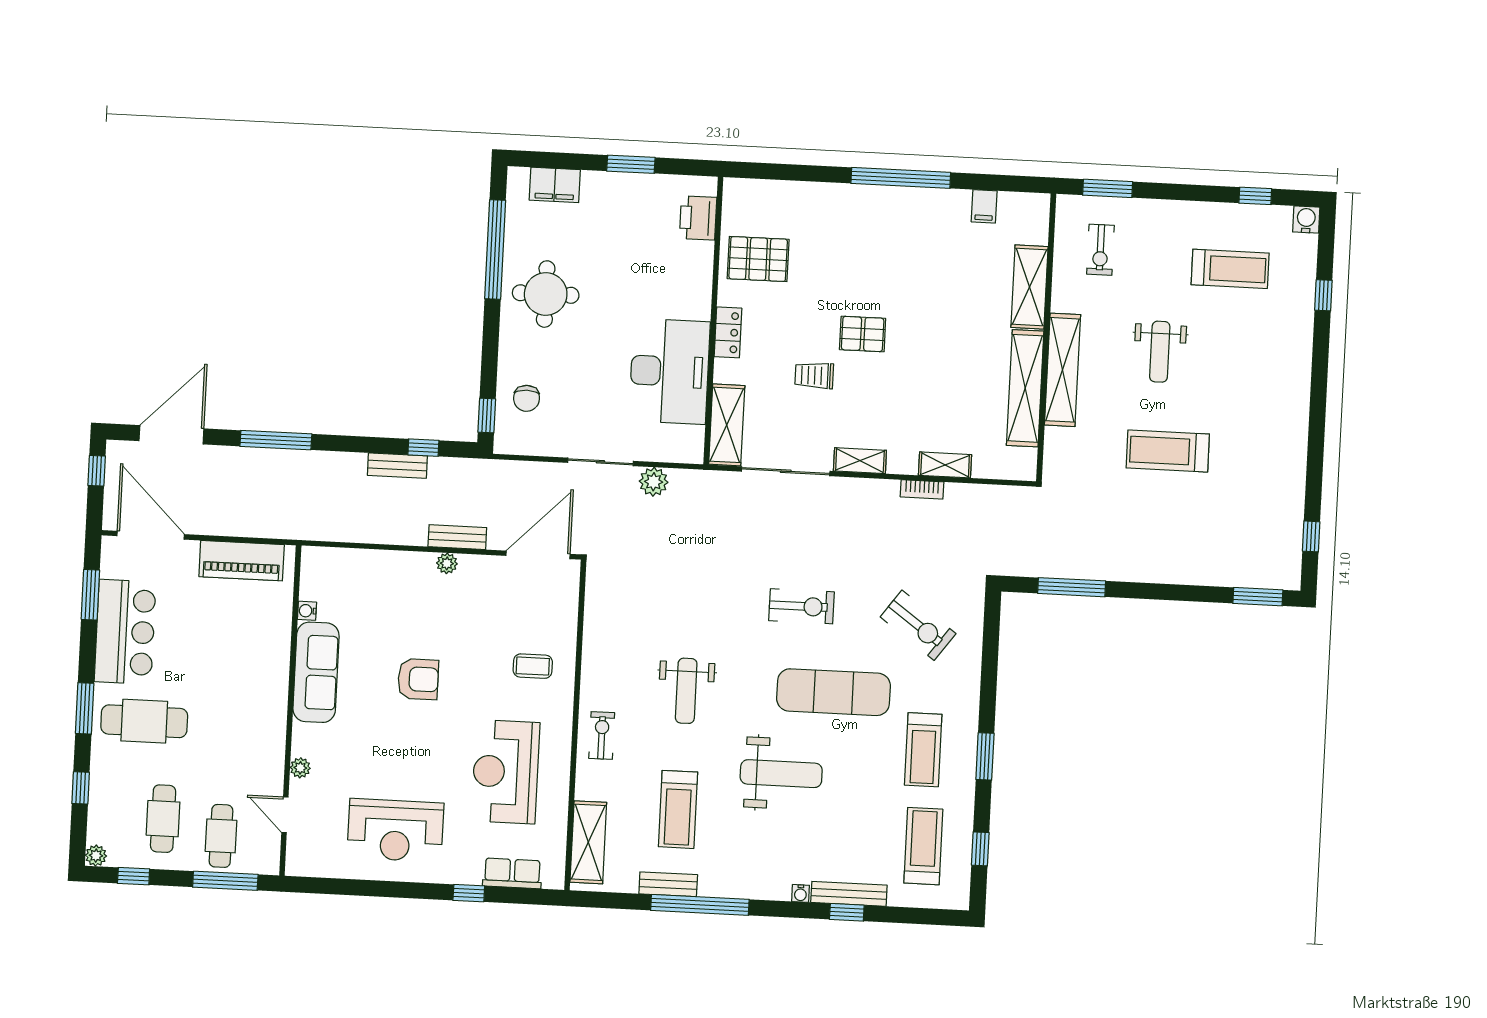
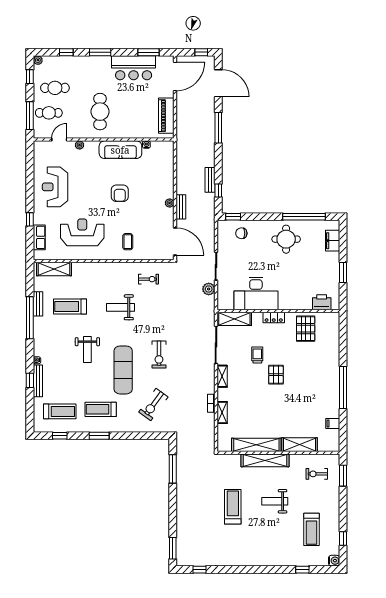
cafe table: (144, 721) -> (100, 112), moved
exercise bike: (602, 735) -> (148, 279), moved
weight bench: (781, 774) -> (87, 350), width x0.73, depth x0.75

